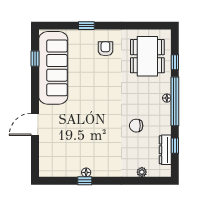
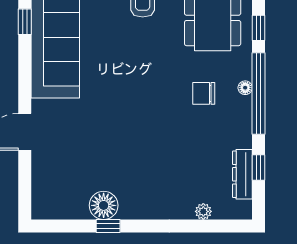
chair: (136, 126) -> (204, 93), moved
floor lamp: (86, 172) -> (104, 205), width x1.89, depth x1.89

